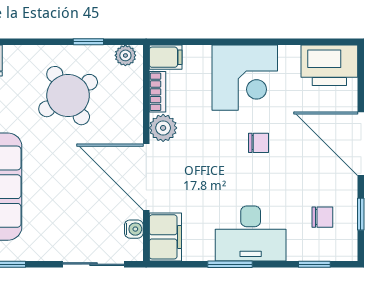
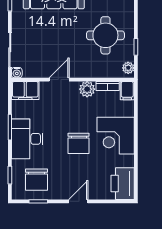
round table: (68, 96) -> (105, 35), turned 32
chair: (258, 143) -> (79, 143), width x1.87, depth x1.87
door: (361, 144) -> (78, 201), width x0.53
door: (146, 177) -> (59, 80), width x0.53
chair: (322, 217) -> (37, 180), width x1.87, depth x1.87
water cooler: (134, 229) -> (17, 73), moved

